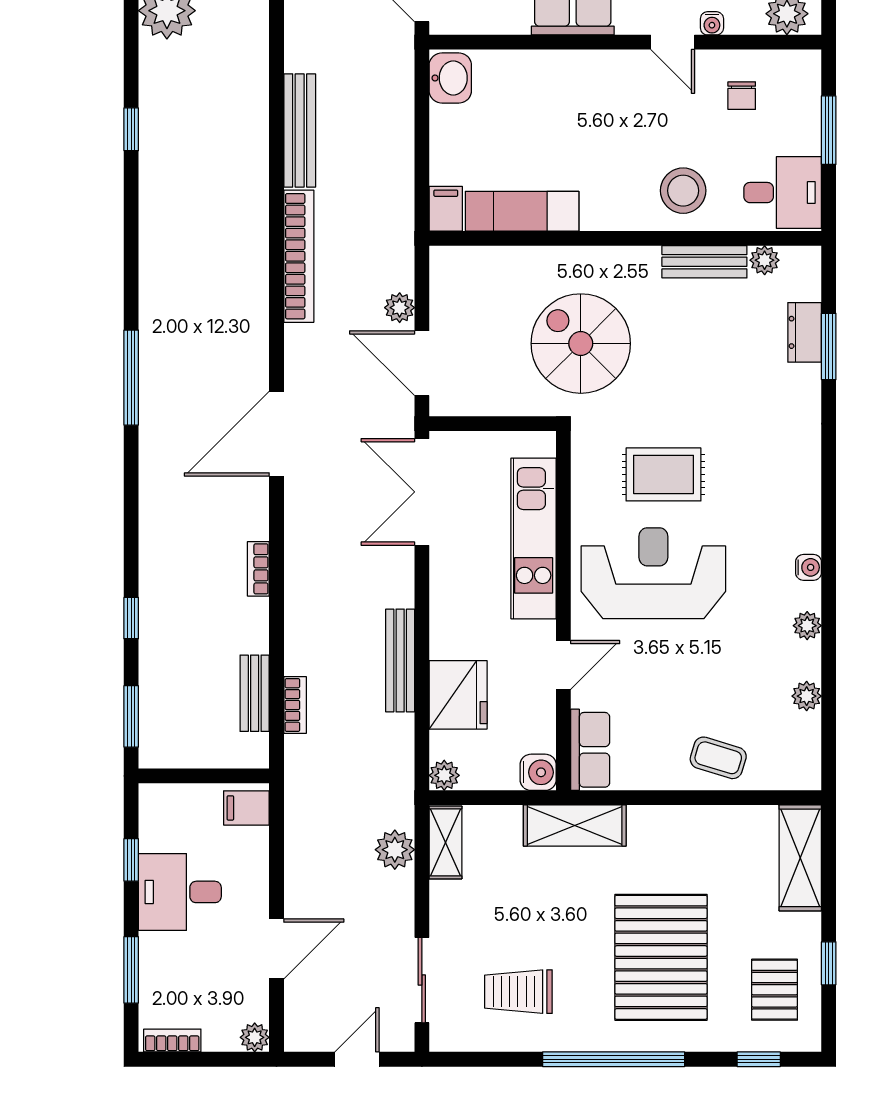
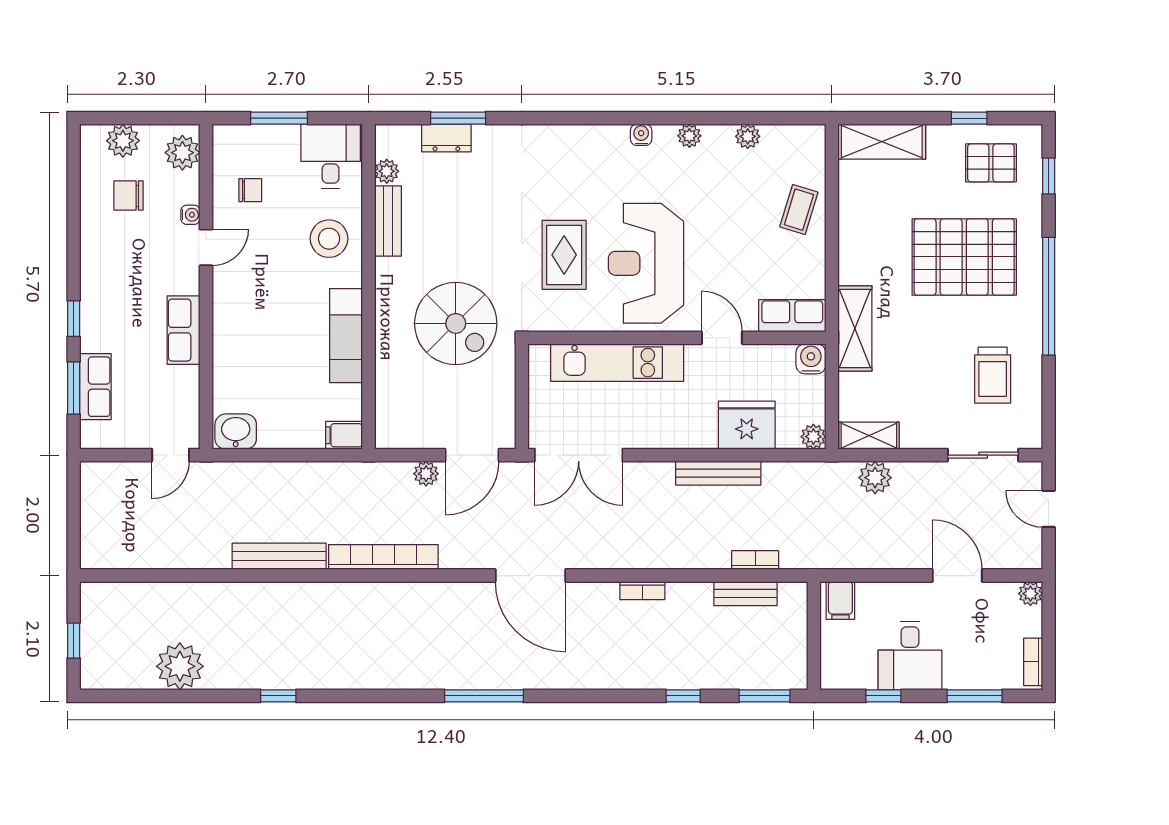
exam couch: (522, 211) -> (346, 336), moved
spiral stairs: (581, 344) -> (456, 323), turned -90

